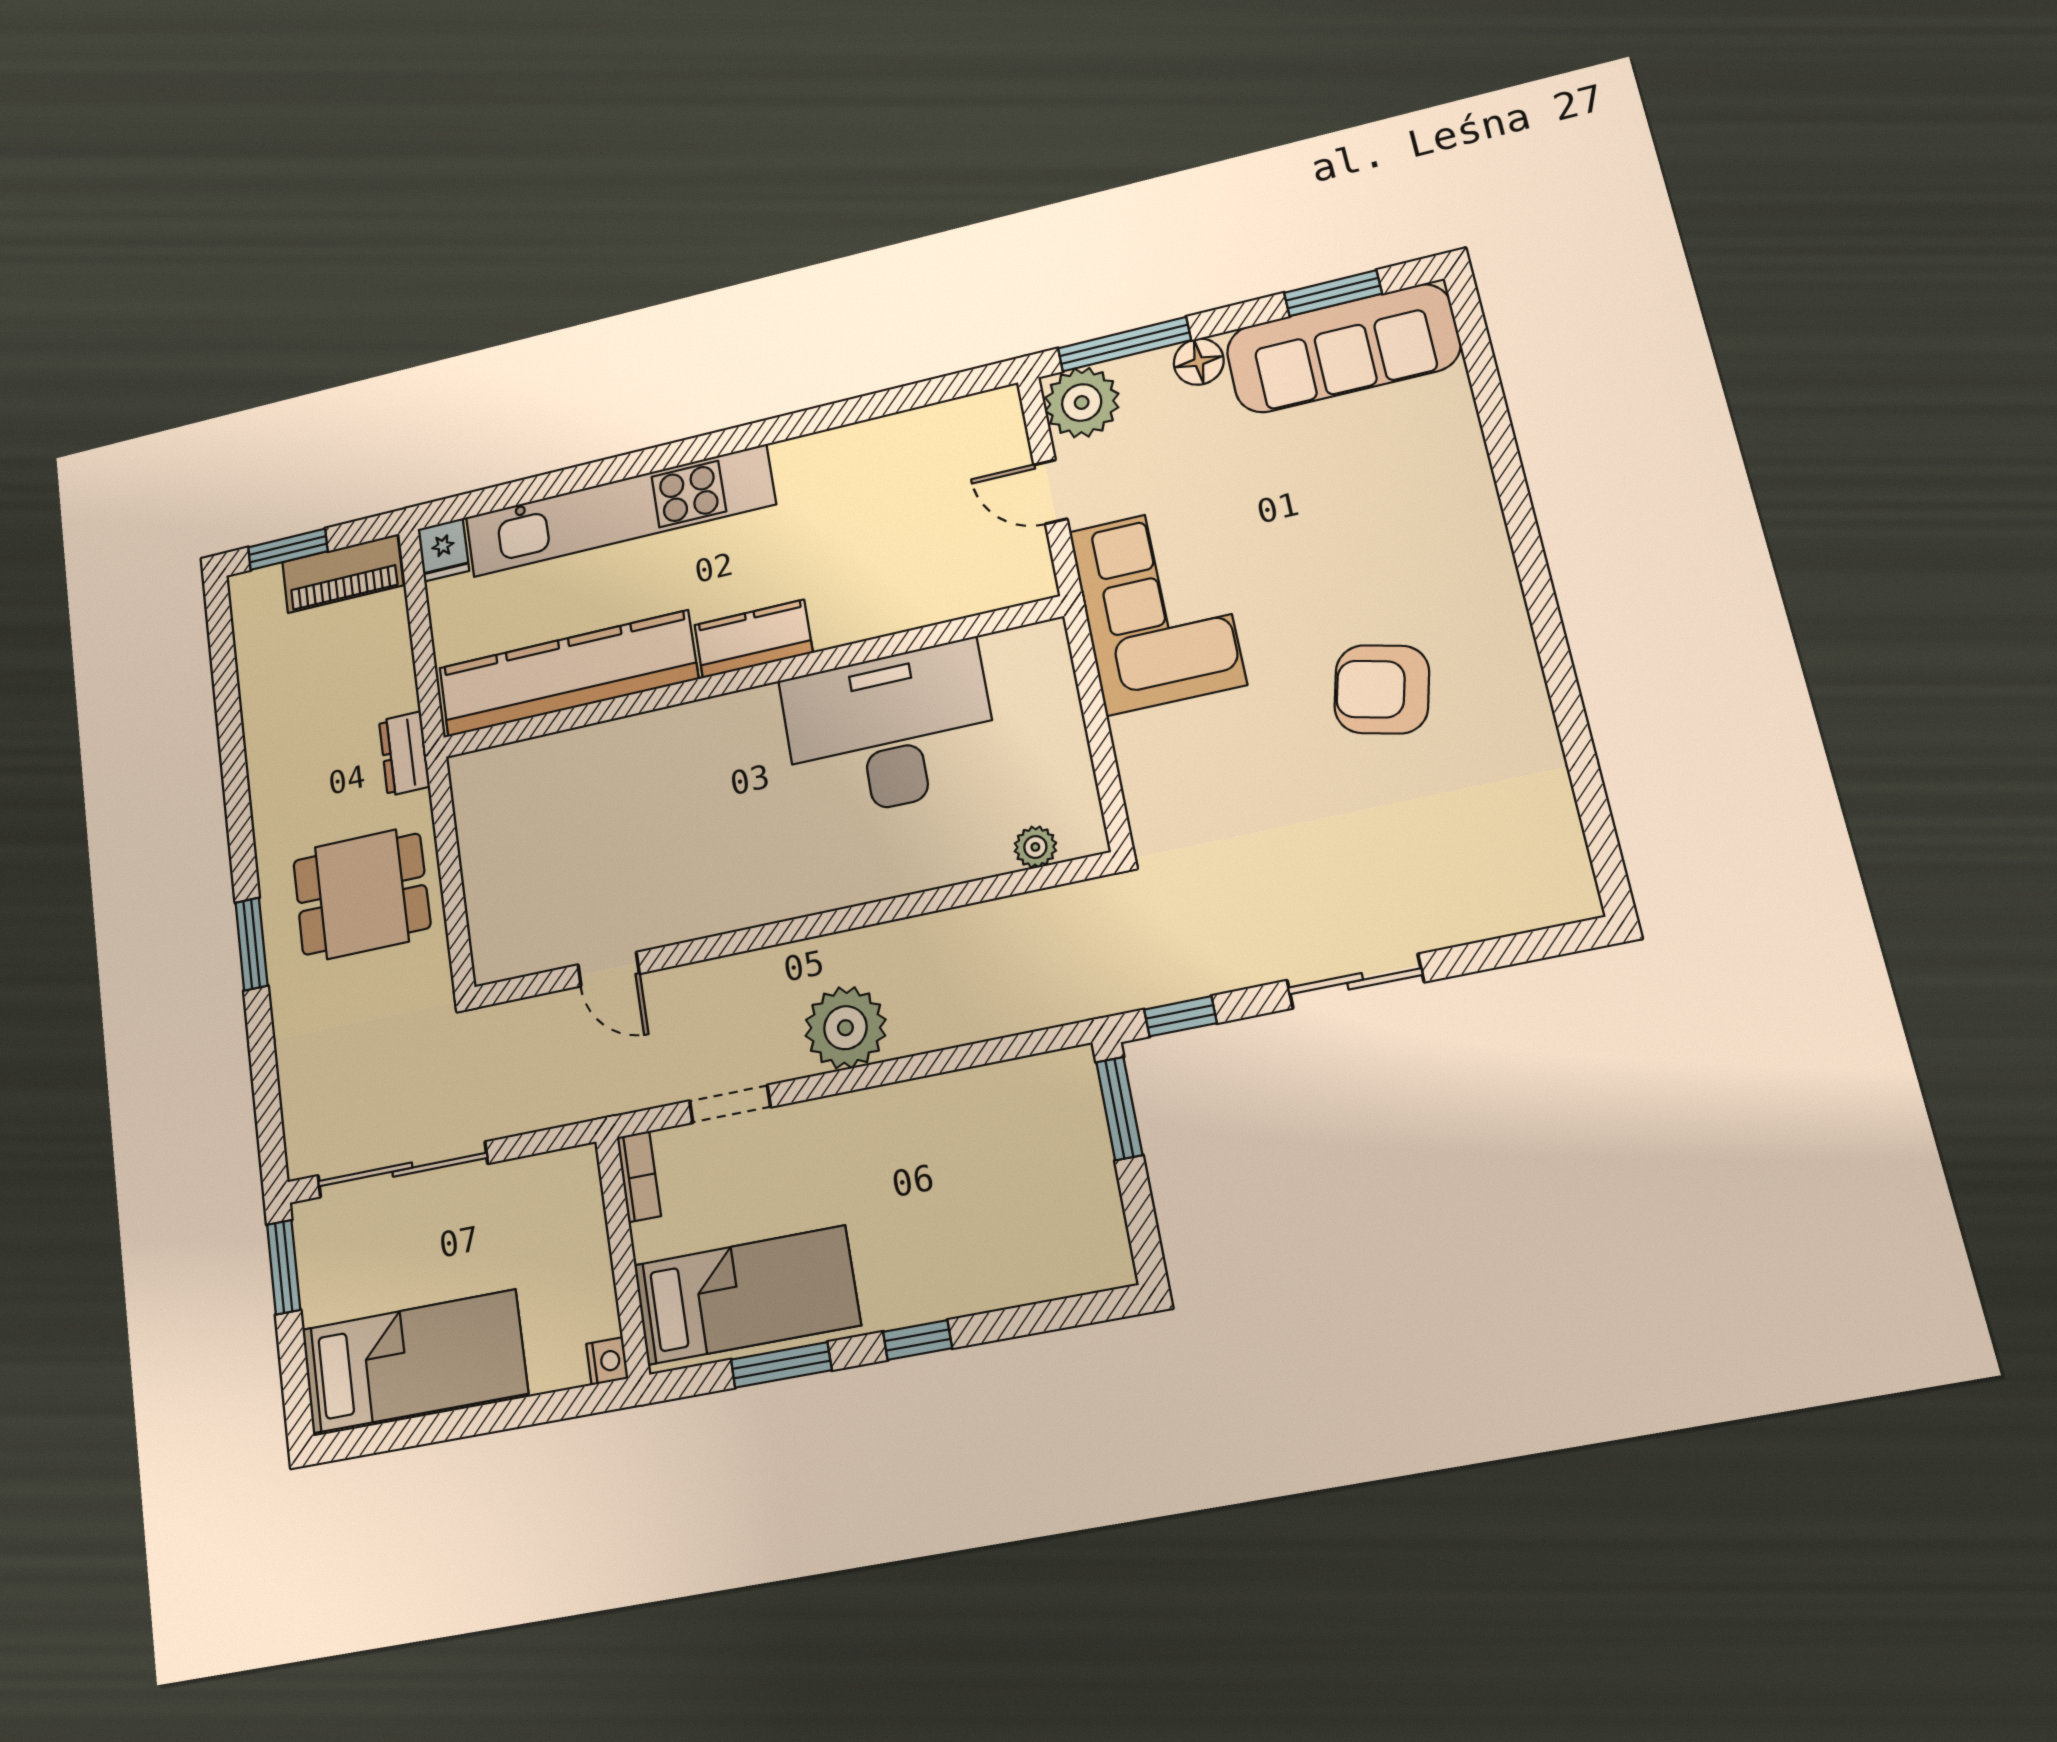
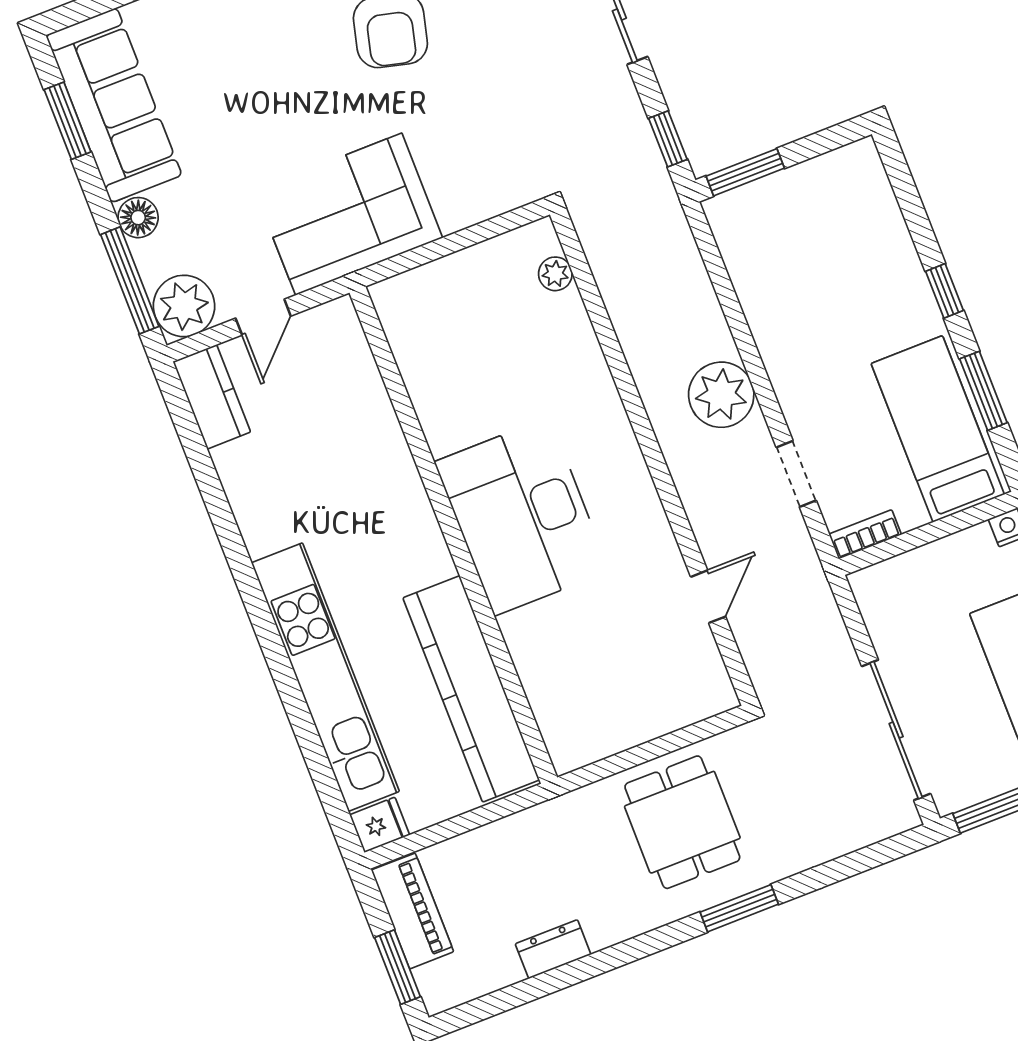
kitchen counter: (753, 639) -> (212, 397), moved, turned 180
desk: (889, 731) -> (522, 517), moved
dresser: (404, 754) -> (553, 949), moved, turned 180

